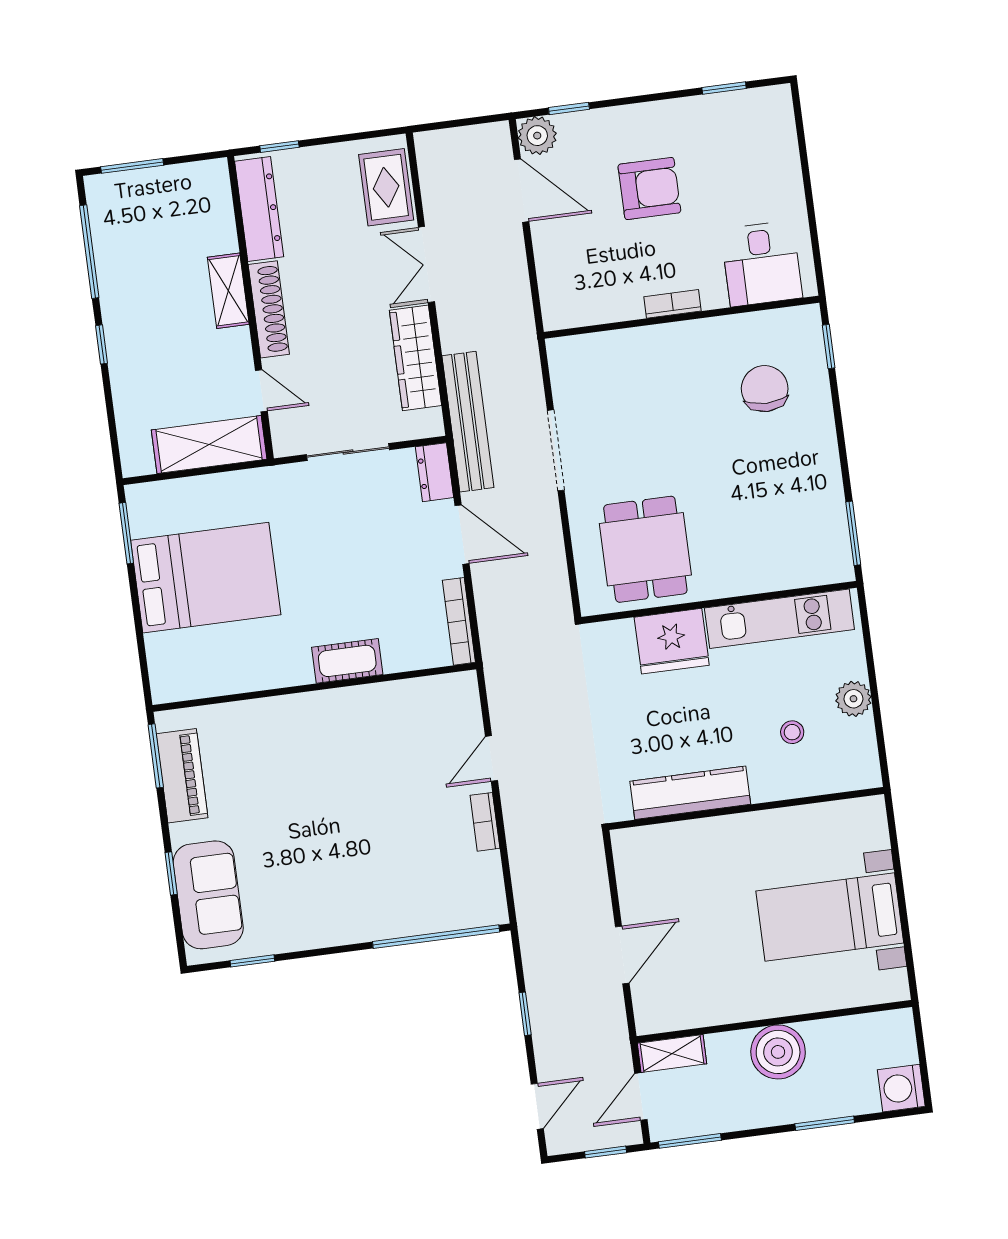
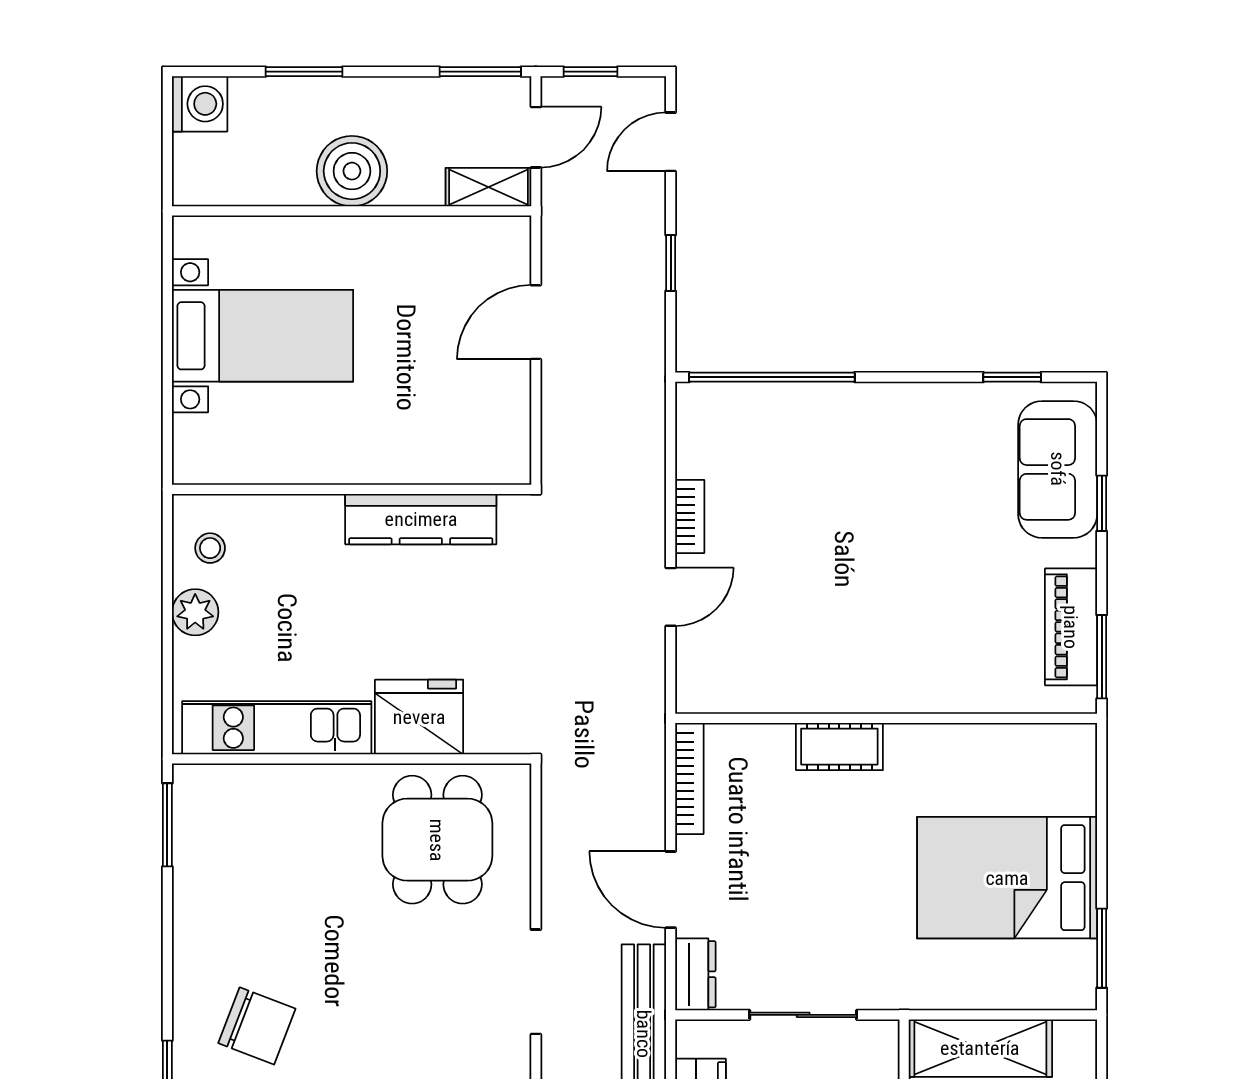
chair: (765, 389) -> (257, 1026), turned -69
stool: (792, 732) -> (210, 548), moved

